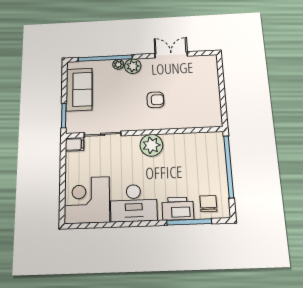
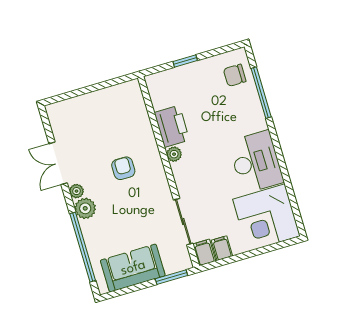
plant: (118, 64) -> (76, 191), moved
plant: (151, 145) -> (174, 154), width x0.53, depth x0.53
filing cabinet: (74, 159) -> (222, 248), added
window: (229, 166) -> (185, 61), width x0.32
printer: (178, 209) -> (172, 126), moved, turned 180

